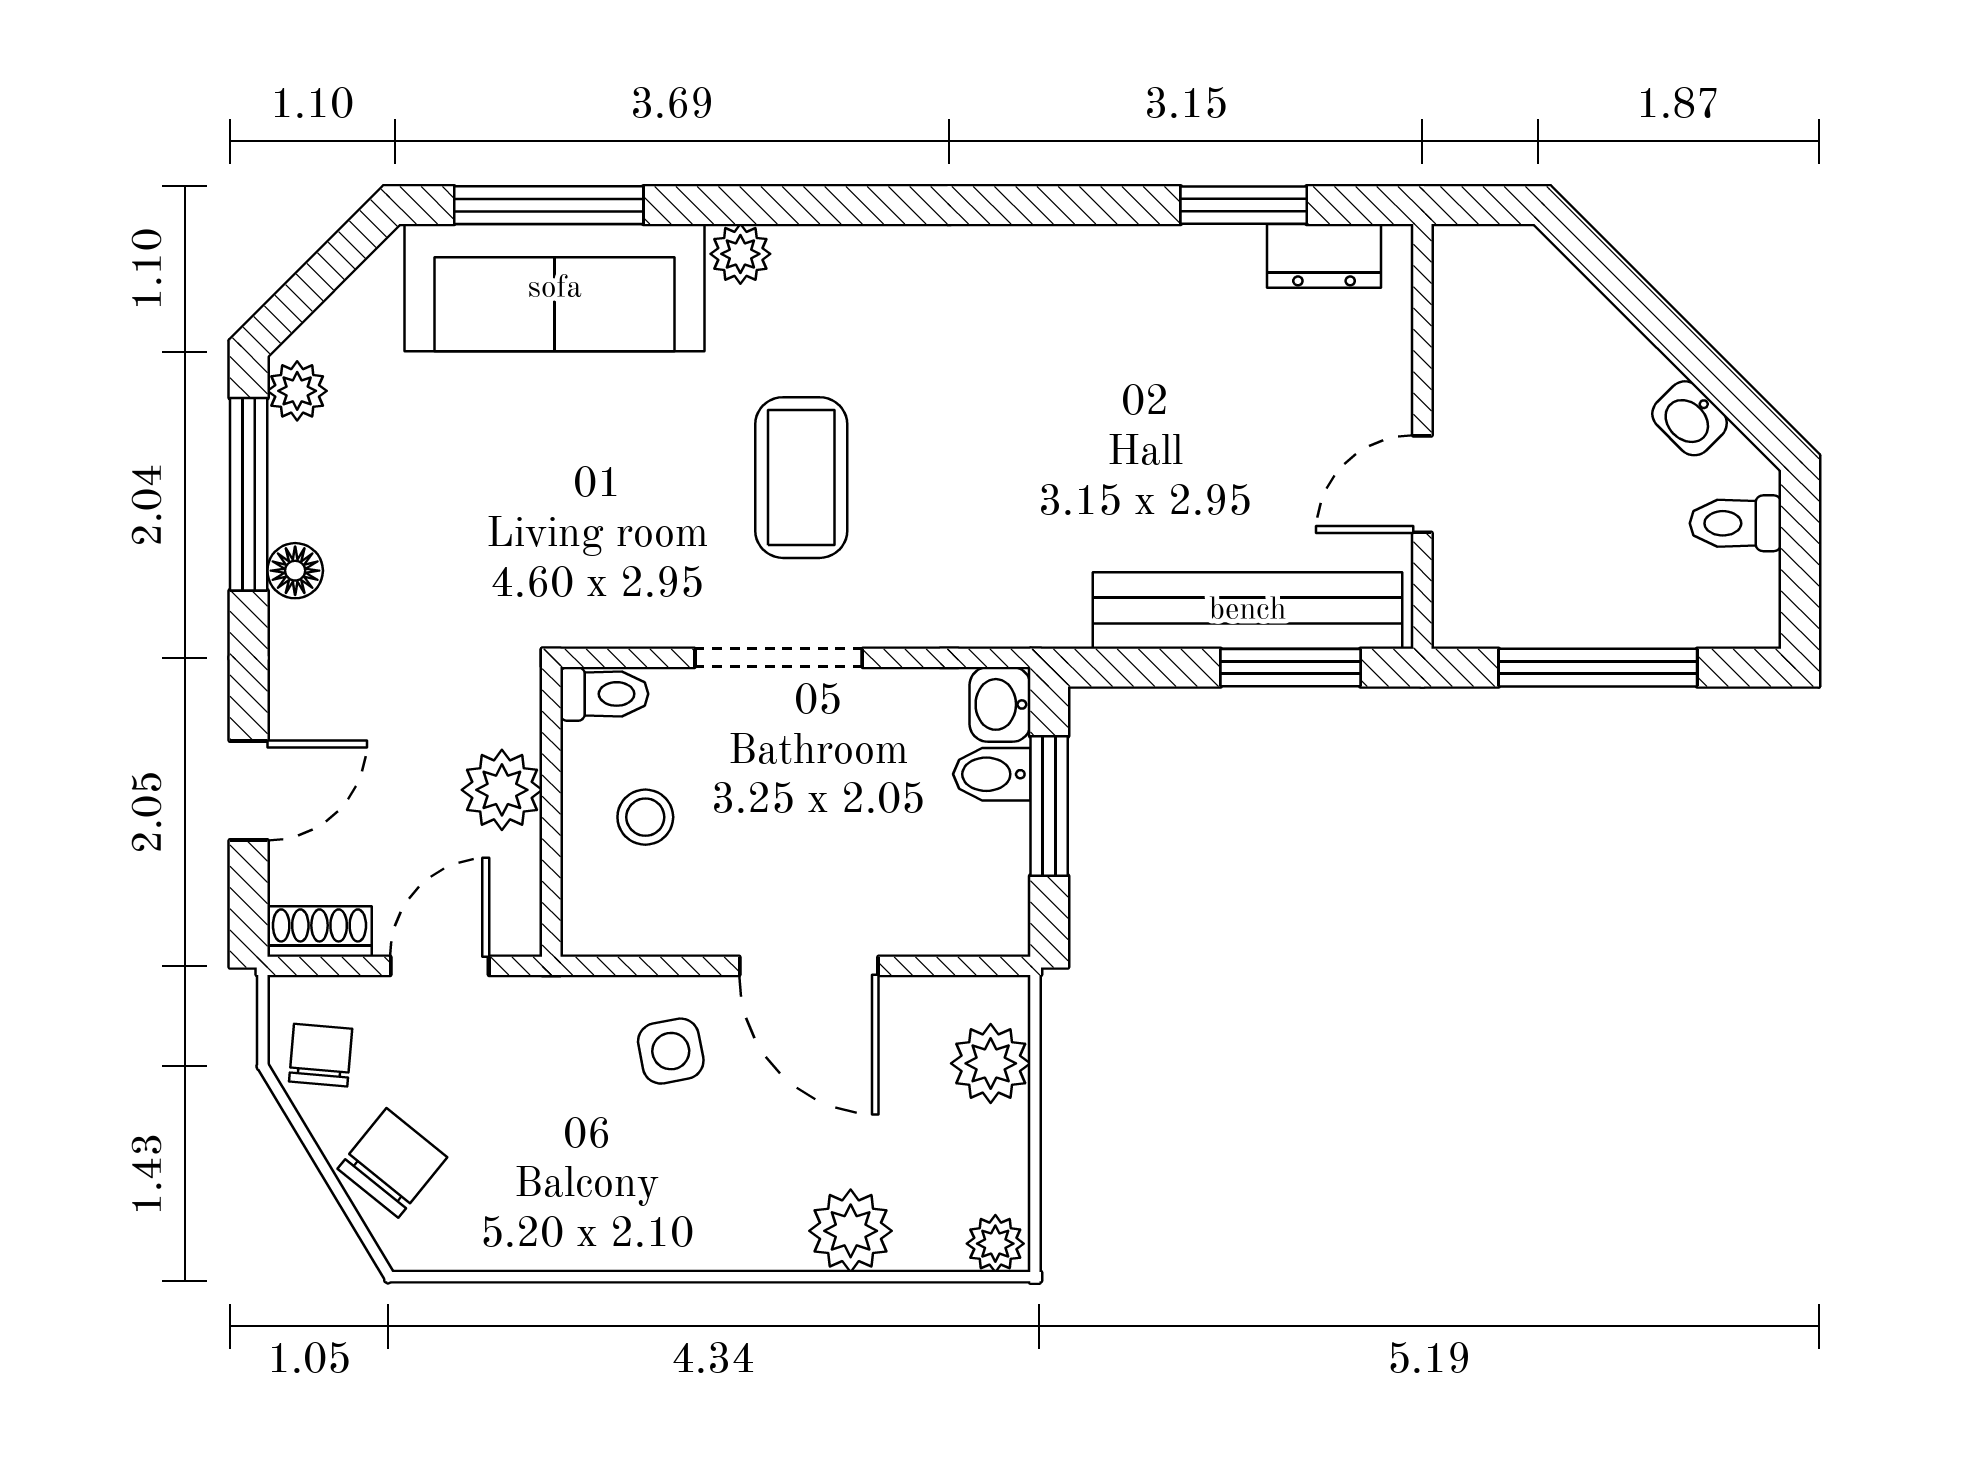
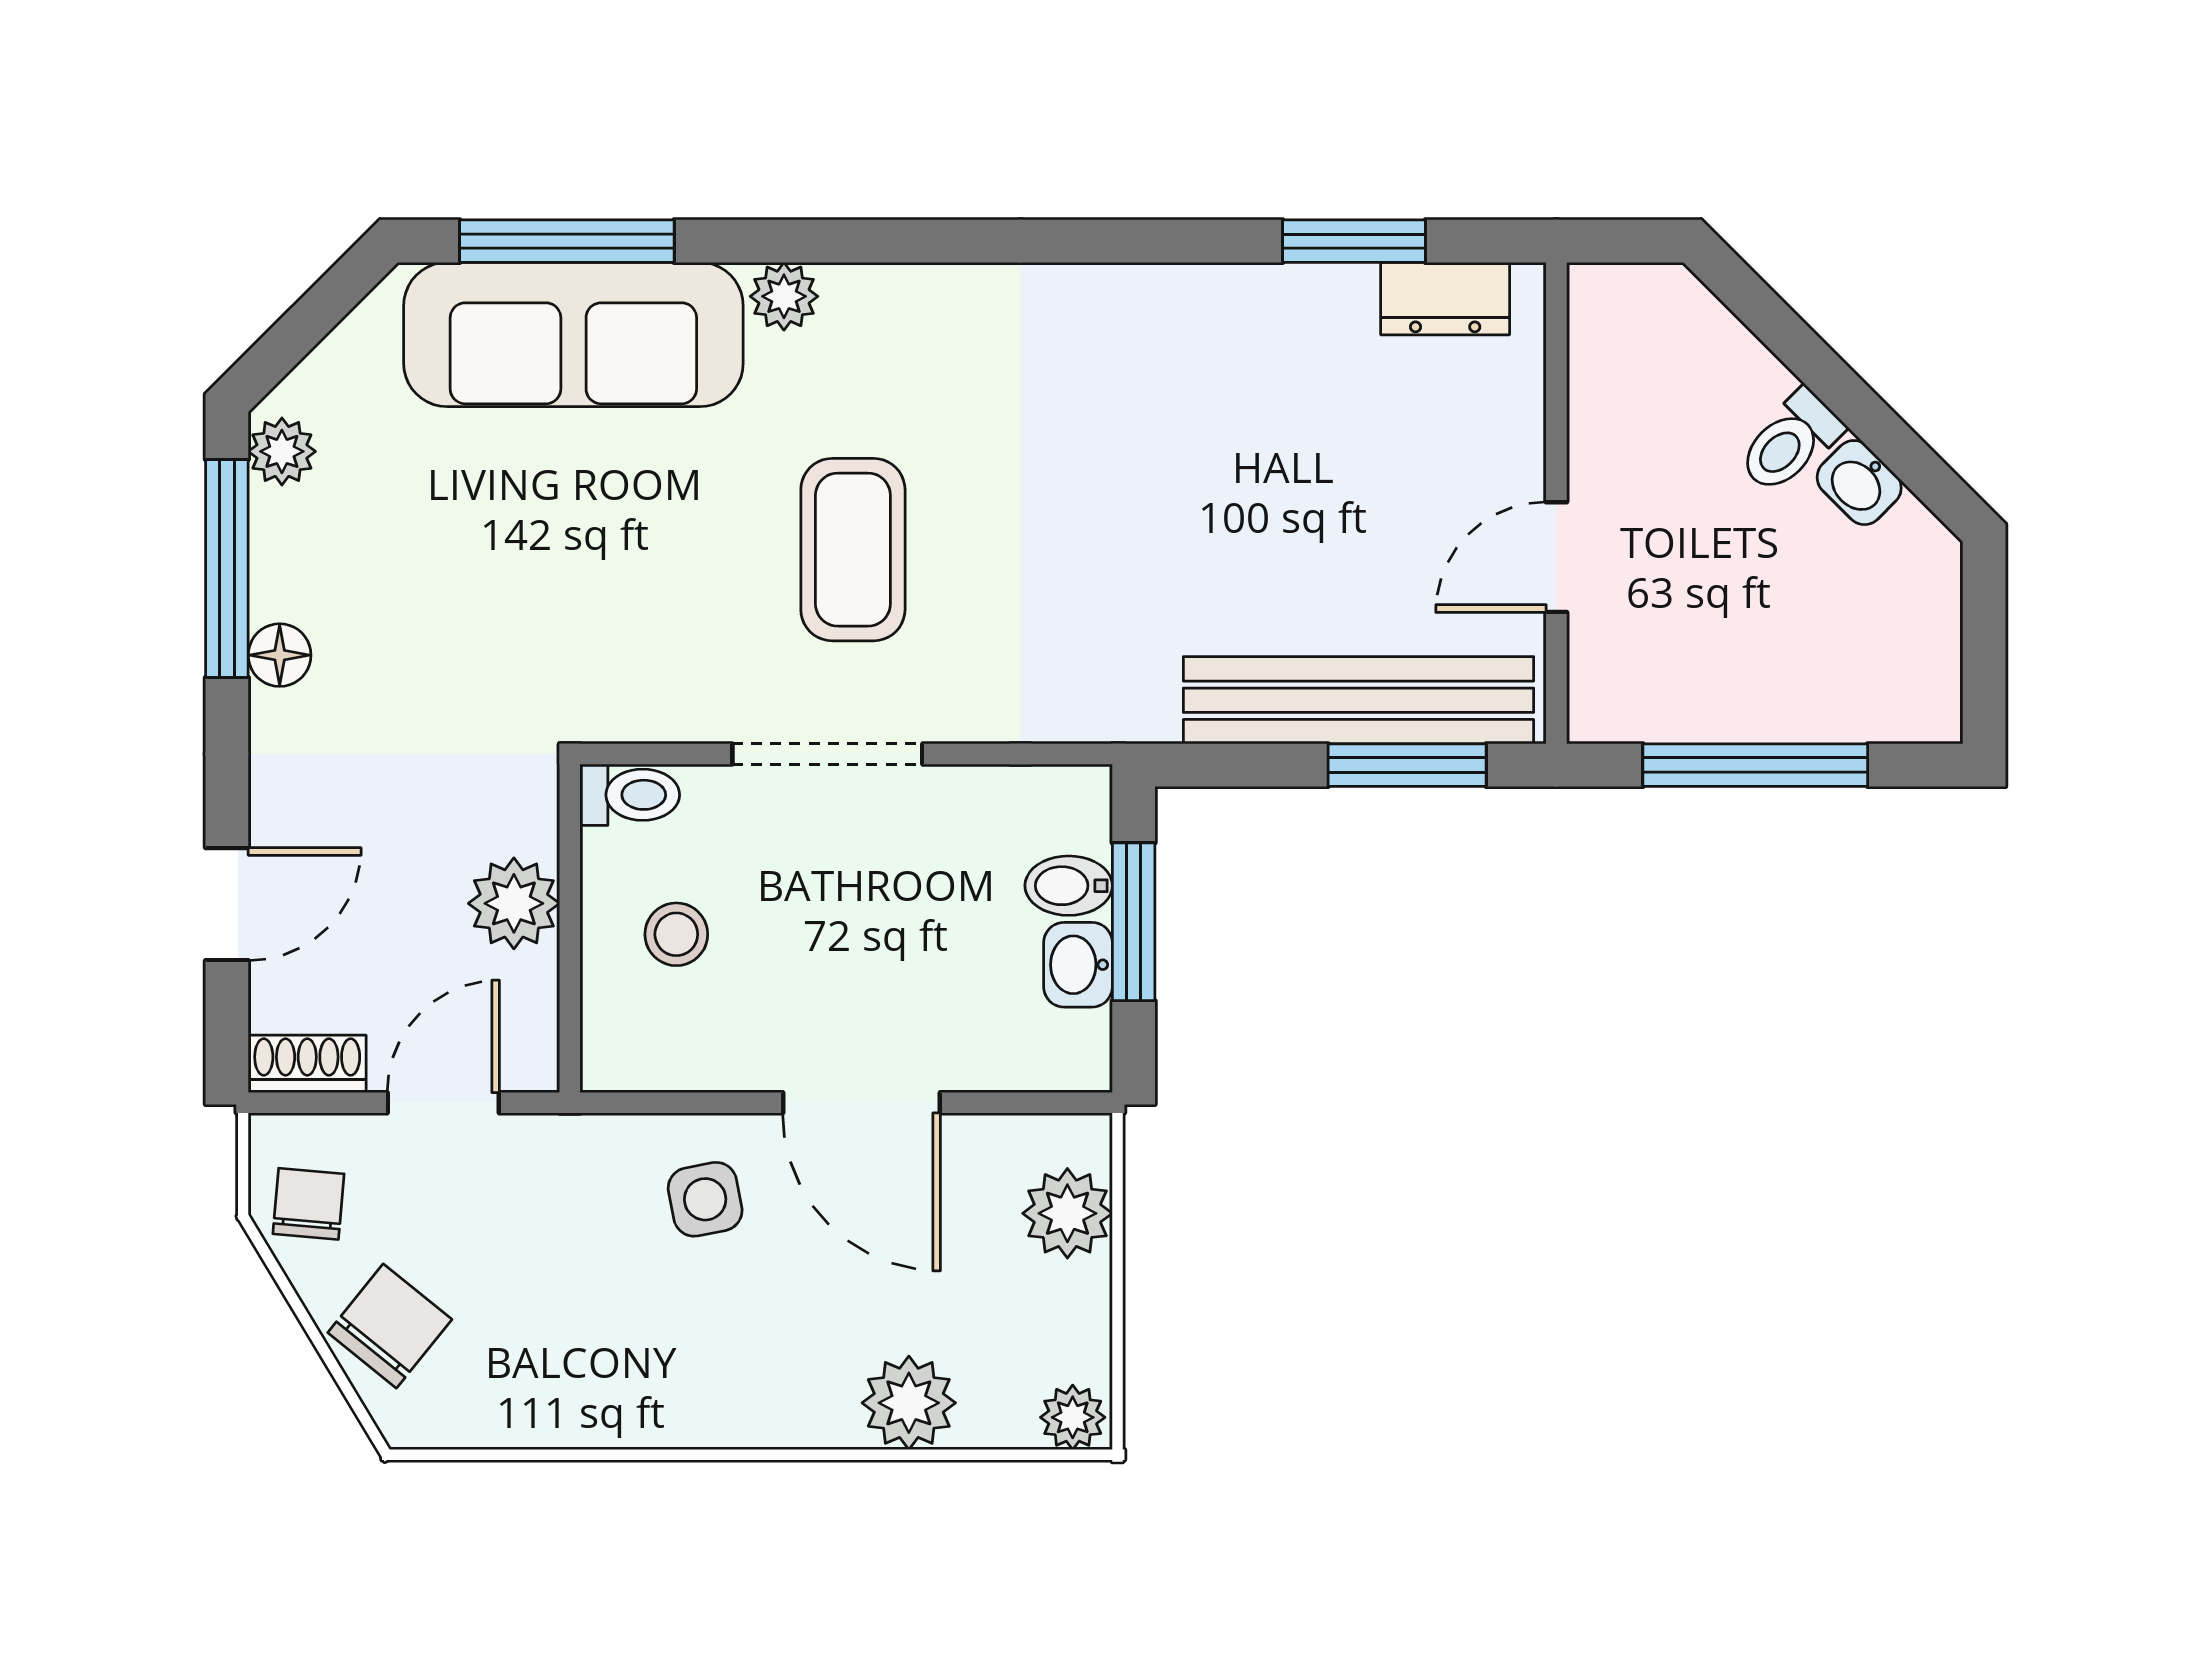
toilet: (1736, 523) -> (1790, 442), moved, turned -45
washbasin: (1000, 704) -> (1078, 965), moved

